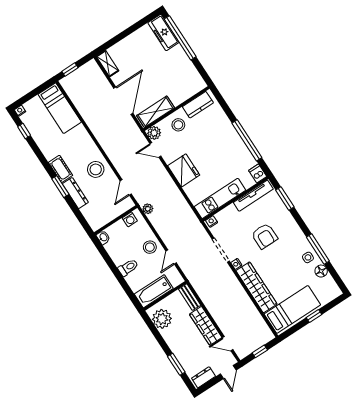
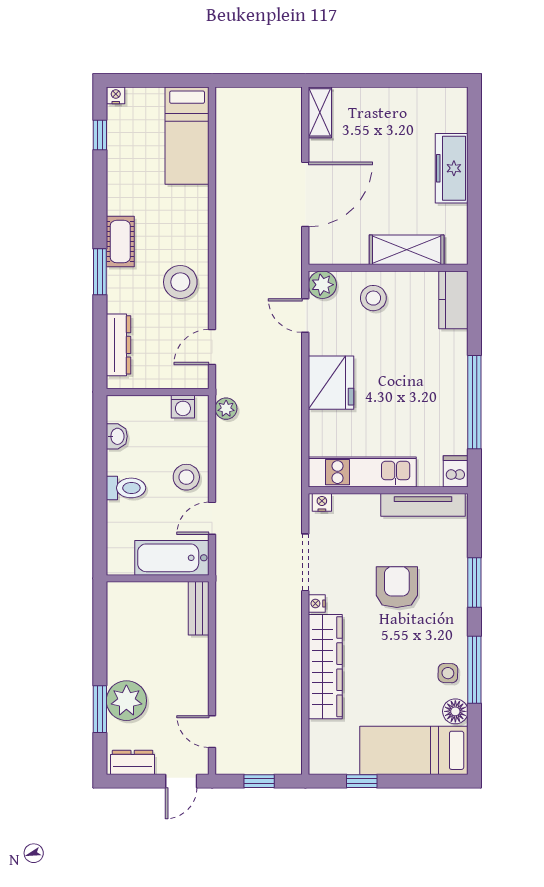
freezer: (164, 33) -> (452, 168), moved
window: (180, 38) -> (474, 150), removed
window: (70, 70) -> (248, 80), removed
kitchen counter: (198, 105) -> (453, 300), moved, turned 90
shelving: (156, 112) -> (407, 250), moved
dresser: (75, 193) -> (119, 345), moved
window: (285, 198) -> (474, 582), moved
armchair: (264, 236) -> (397, 587), turned 180
washbasin: (103, 237) -> (117, 436), moved
bathtub: (154, 291) -> (172, 558), moved
bed: (292, 309) -> (414, 750), moved, turned 180
window: (314, 316) -> (362, 781), moved
plant: (162, 319) -> (126, 701), moved
wardrobe: (206, 326) -> (194, 676), removed

